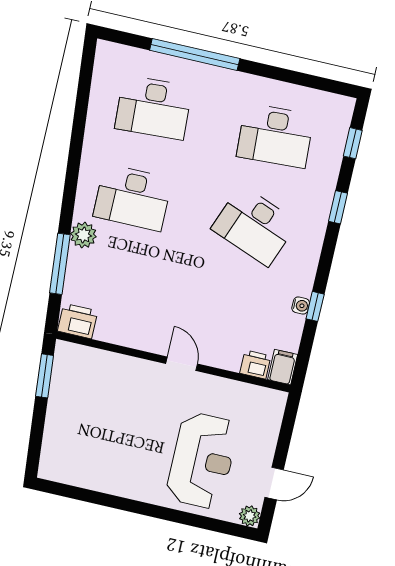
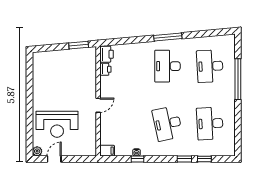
window: (353, 143) -> (204, 159), moved
desk: (254, 226) -> (167, 123), turned -33
plant: (83, 235) -> (146, 48), removed
window: (60, 264) -> (168, 37), moved
printer: (255, 365) -> (105, 69), moved
door: (274, 484) -> (54, 159), swing flipped

